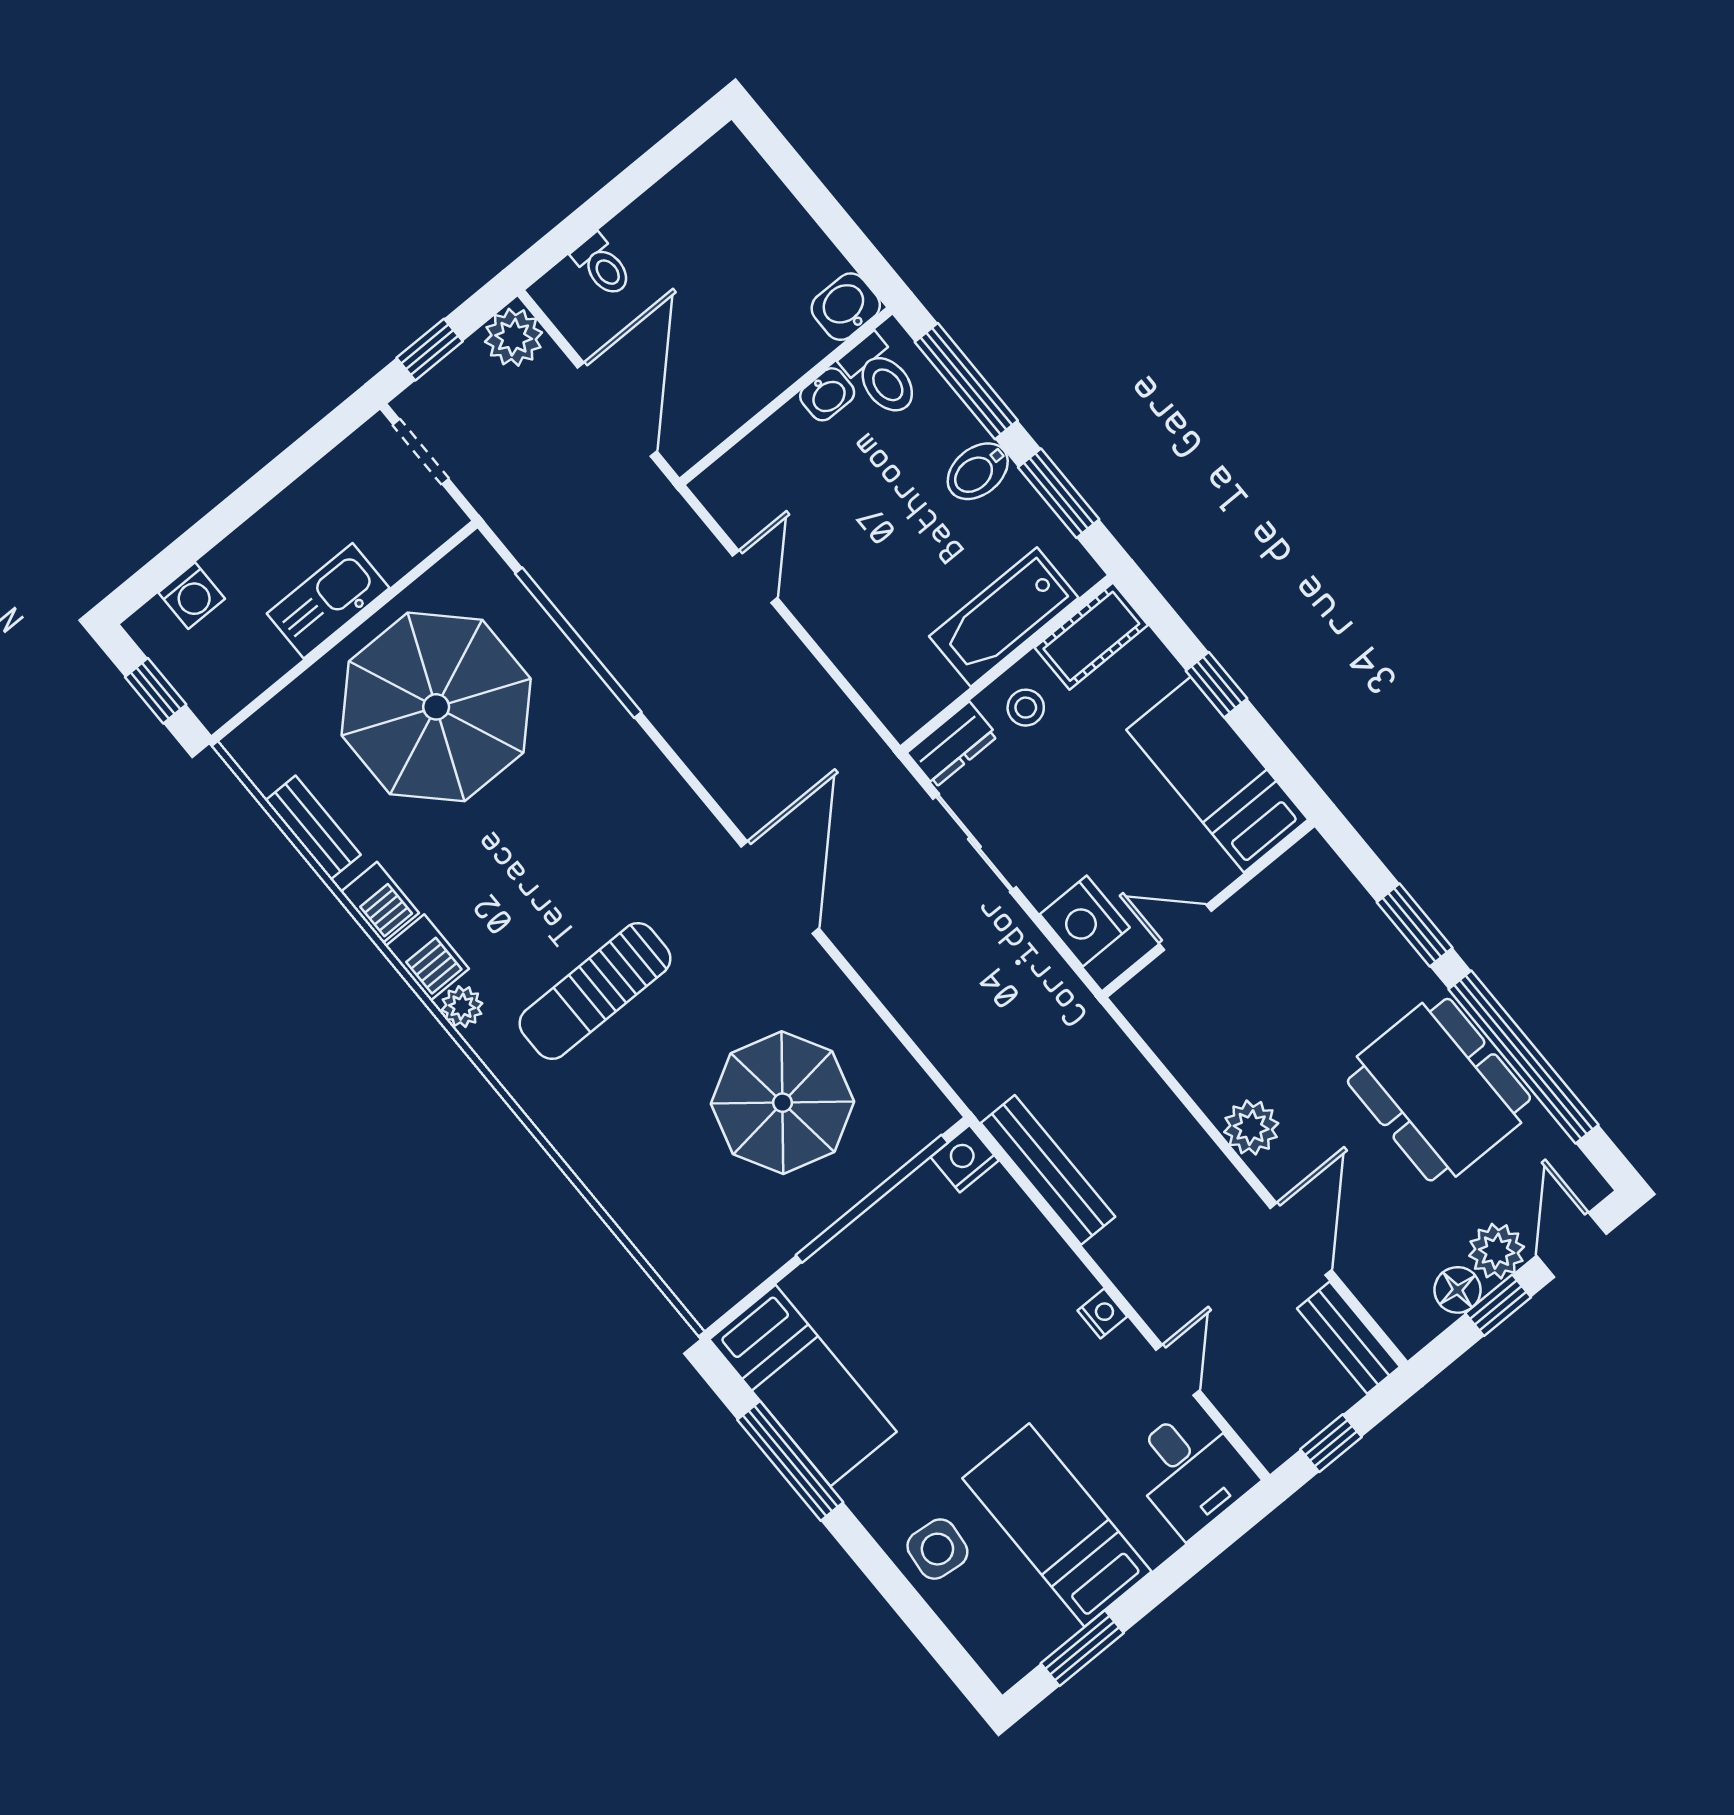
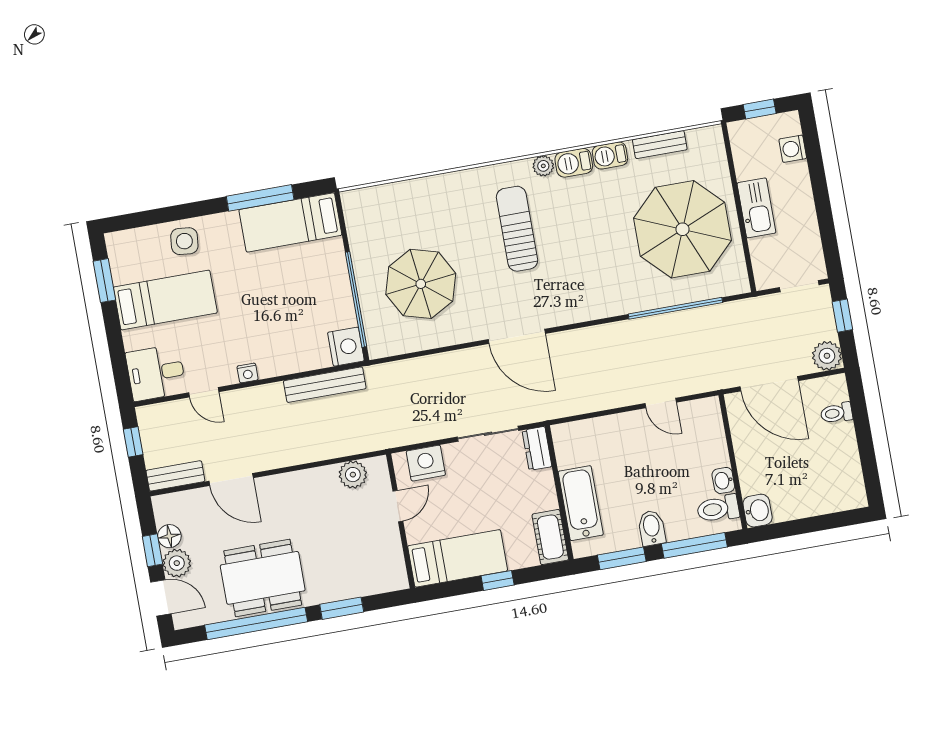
stool: (1026, 708) -> (535, 490), removed
plant: (1251, 1128) -> (353, 475), moved
nightstand: (965, 1159) -> (346, 347), width x1.36, depth x1.33

